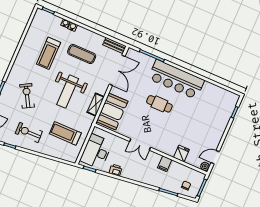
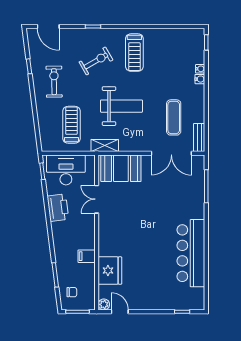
treadmill: (49, 53) -> (134, 53), moved, turned -90
exercise mat: (82, 54) -> (174, 117), moved
bar counter: (176, 79) -> (191, 253), moved
weight bench: (68, 92) -> (121, 106), turned 180
cafe table: (159, 104) -> (154, 220), removed
shelving: (96, 105) -> (105, 146), moved
double door: (140, 144) -> (97, 199), moved
fridge: (181, 154) -> (110, 271), width x1.88, depth x1.34
printer: (116, 170) -> (58, 208), width x1.87, depth x1.48

